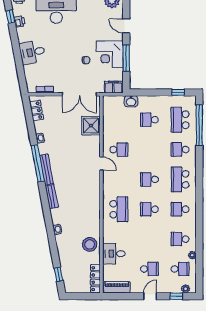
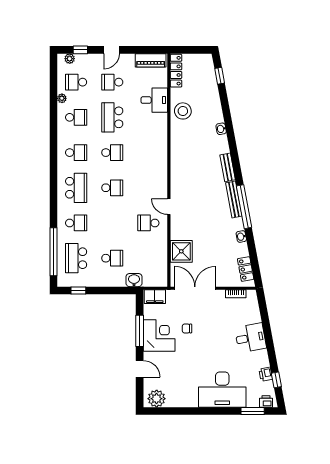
school desk: (180, 120) -> (76, 258), turned 180
school desk: (119, 209) -> (112, 117), moved

